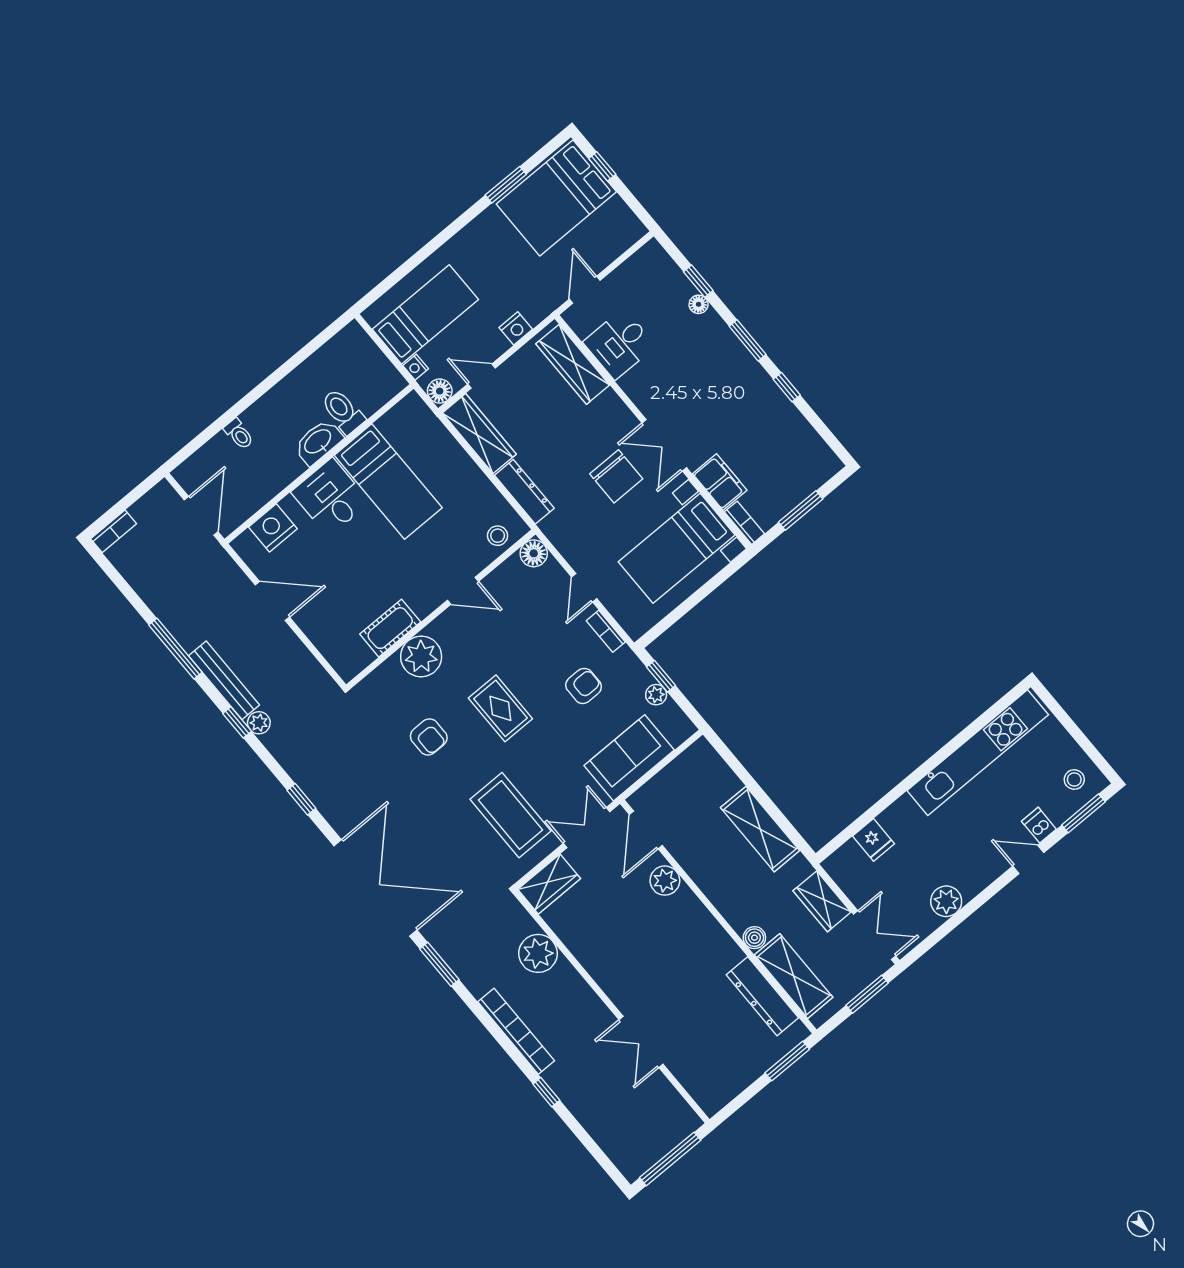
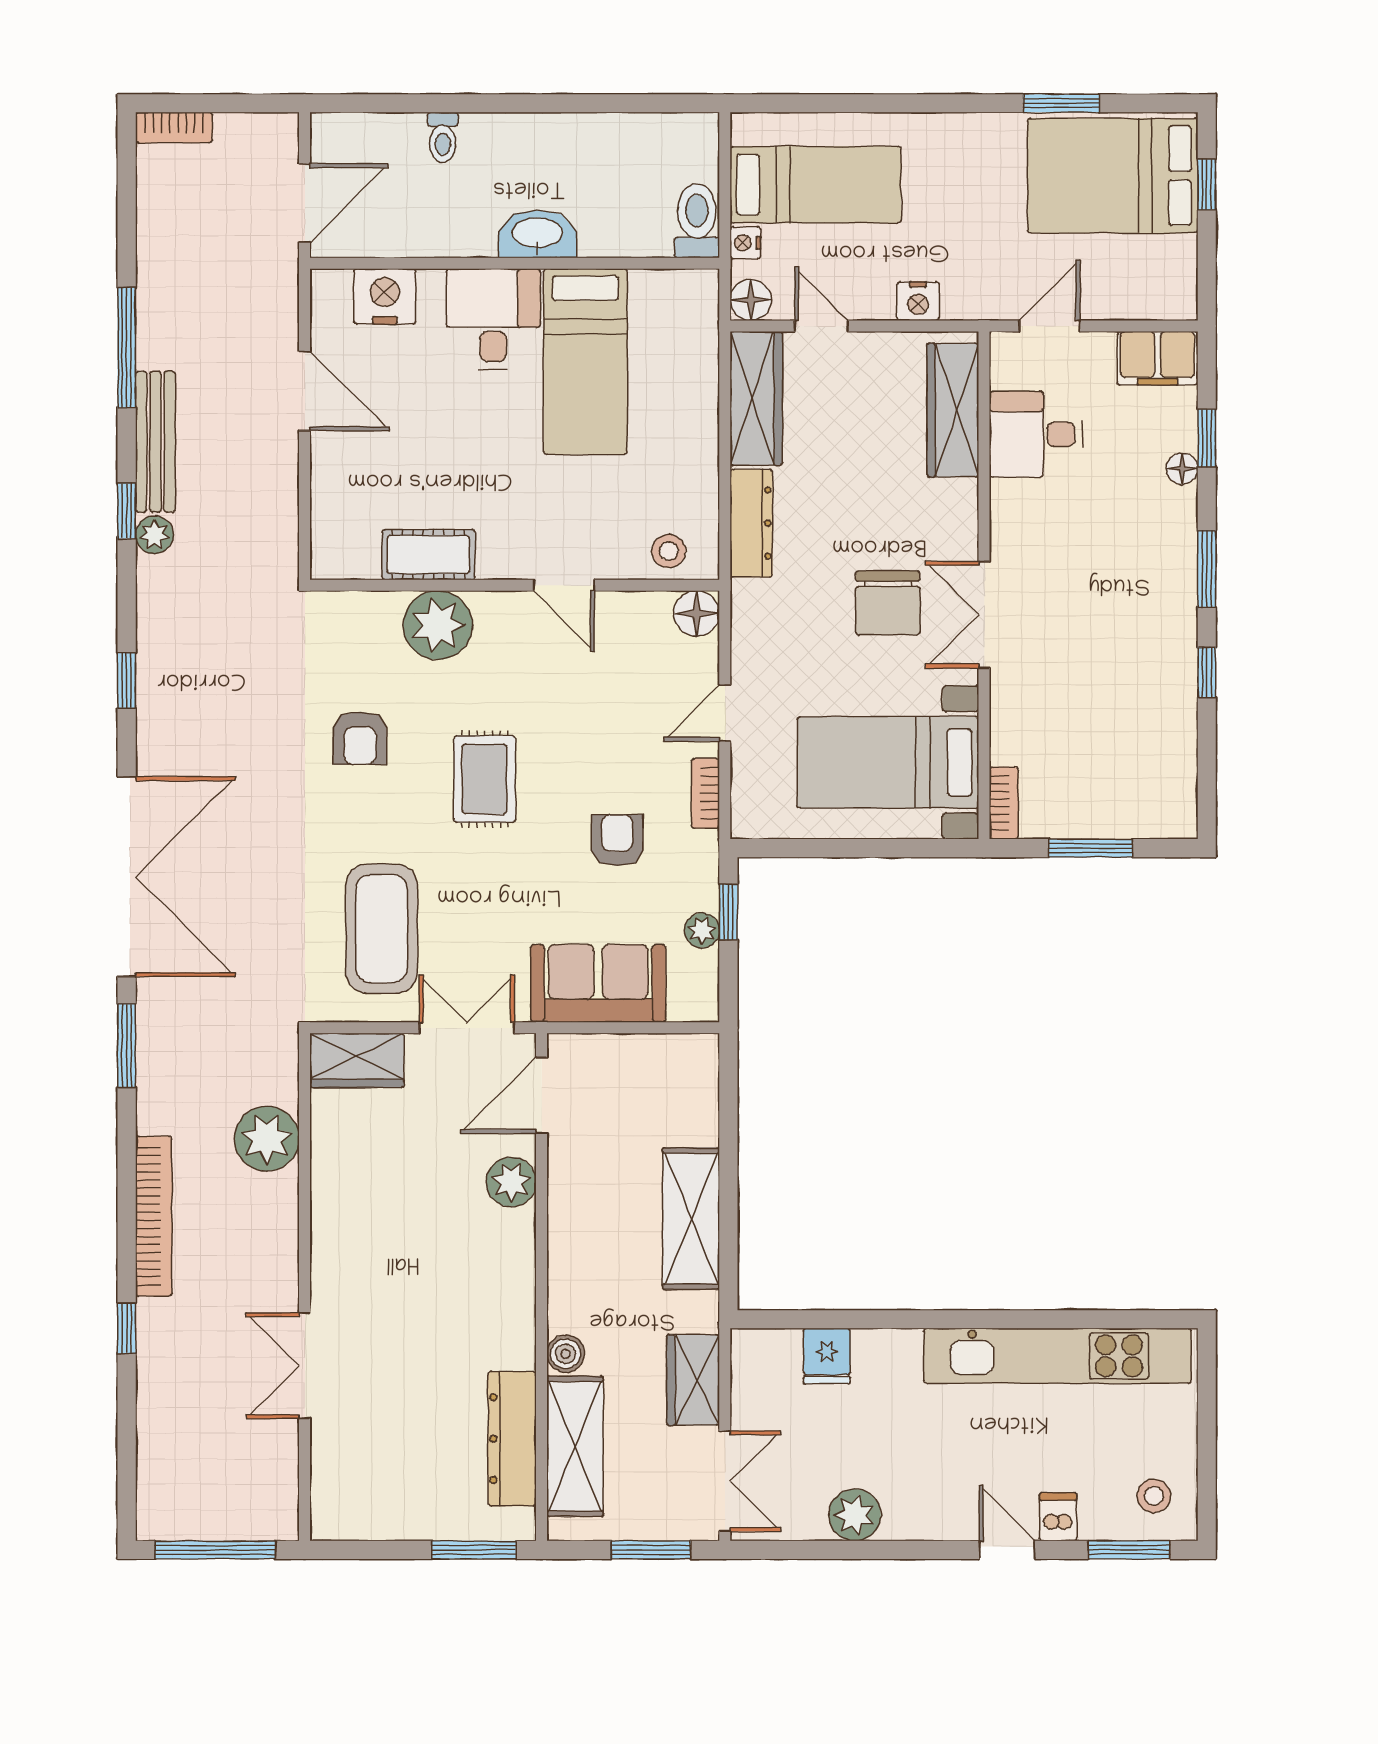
toilet: (343, 411) -> (697, 221), moved
filing cabinet: (720, 482) -> (1158, 358), moved, turned 90
armchair: (584, 686) -> (617, 840), turned -90

